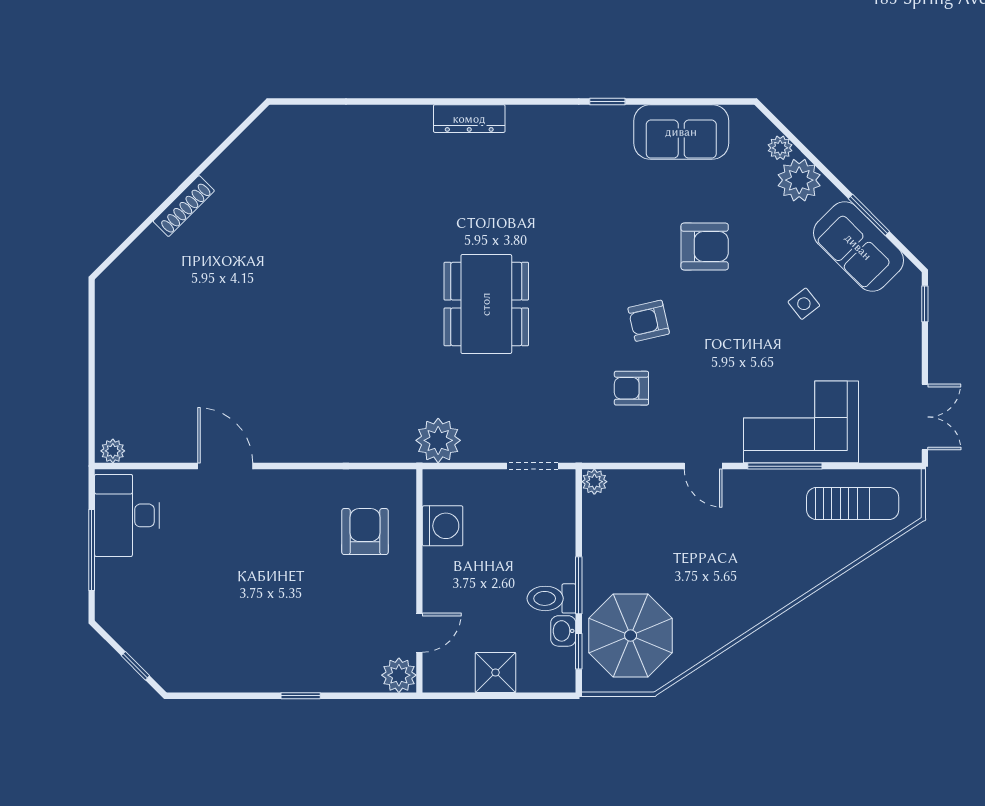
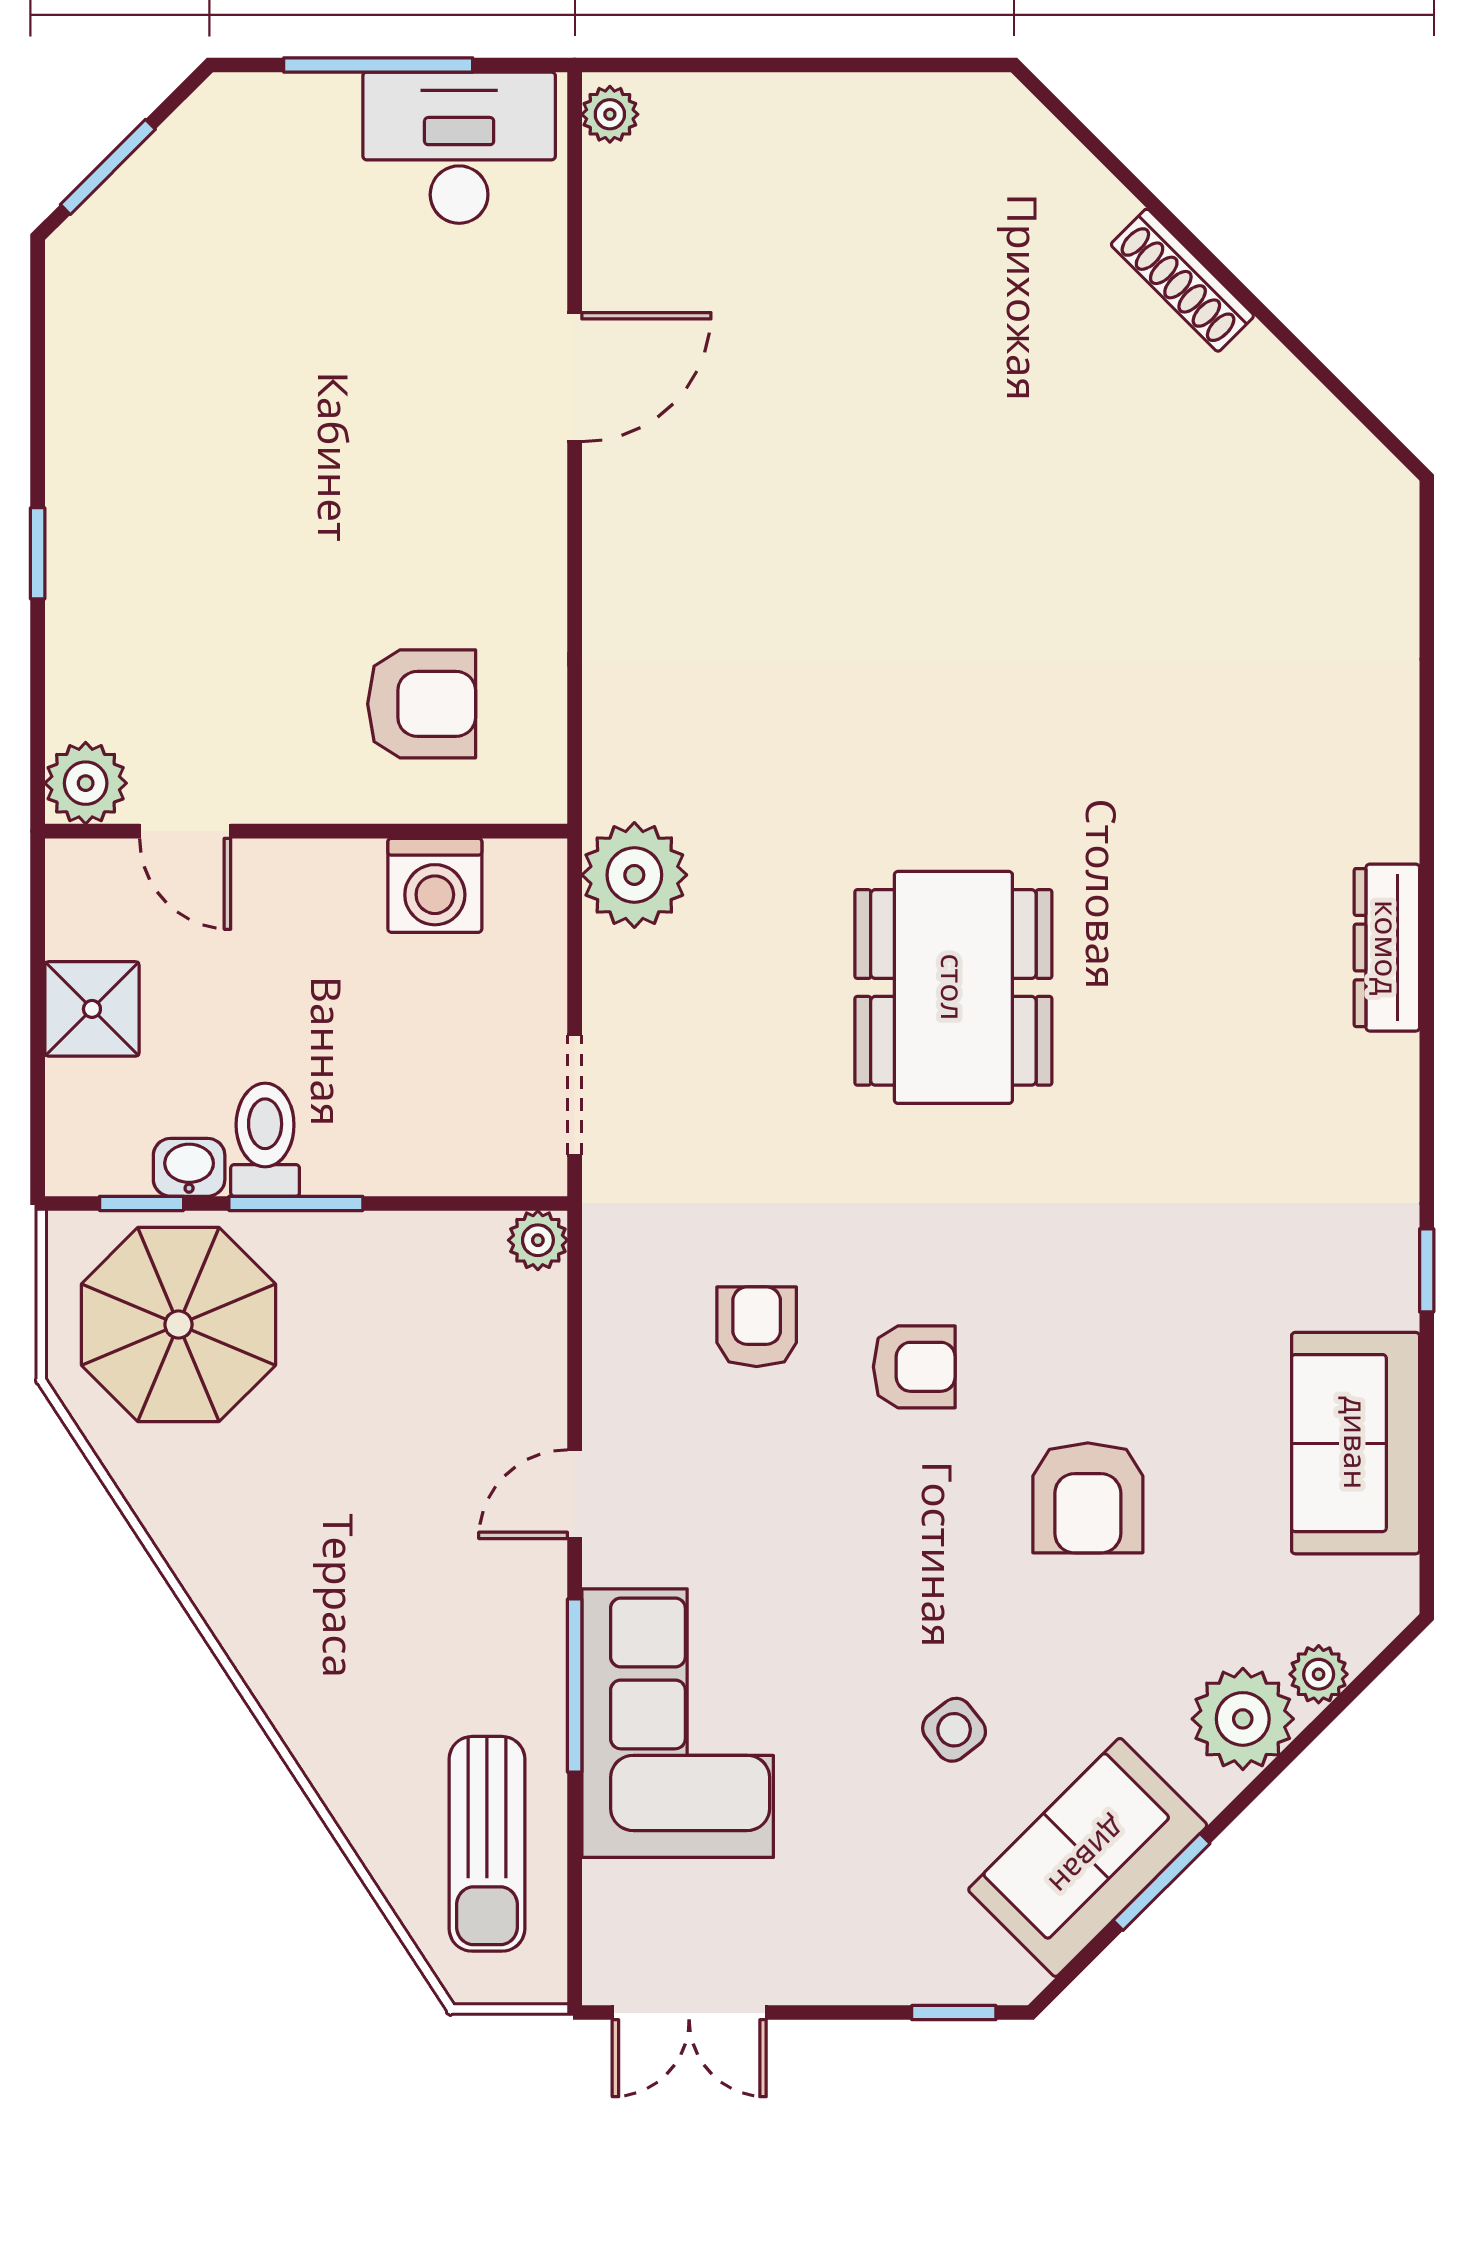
dining table: (486, 304) -> (953, 987), turned 90
armchair: (649, 321) -> (914, 1367), turned 103
window: (135, 666) -> (108, 167), width x1.50

